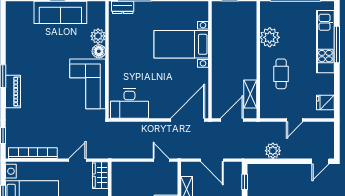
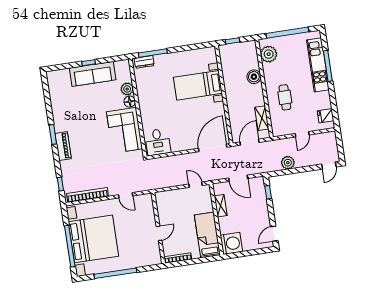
plant: (270, 37) -> (269, 54), moved
boiler: (248, 44) -> (254, 77), added
desk: (129, 104) -> (158, 142), width x0.73
door: (77, 160) -> (126, 195), swing flipped
wardrobe: (100, 175) -> (147, 205), removed

